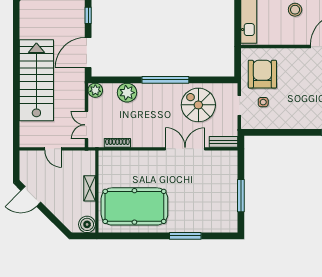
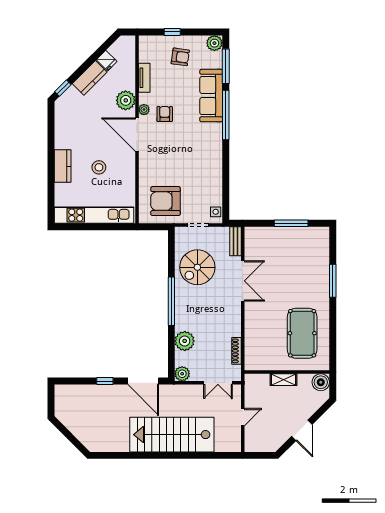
side table: (263, 102) -> (216, 212), moved
double door: (185, 149) -> (243, 281), swing flipped
door: (31, 196) -> (302, 430), moved
pool table: (134, 206) -> (302, 333), width x0.73, depth x0.76

